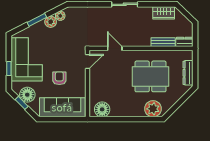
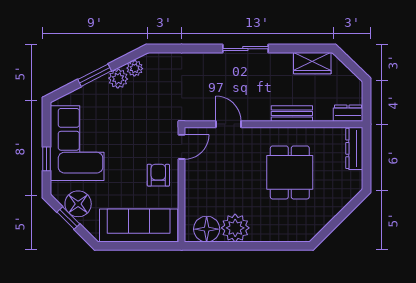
bench: (163, 42) -> (292, 113), moved
dresser: (188, 73) -> (354, 148), moved
dining table: (150, 76) -> (290, 172), width x0.73
armchair: (59, 78) -> (158, 175), moved
plant: (153, 109) -> (235, 228), moved

